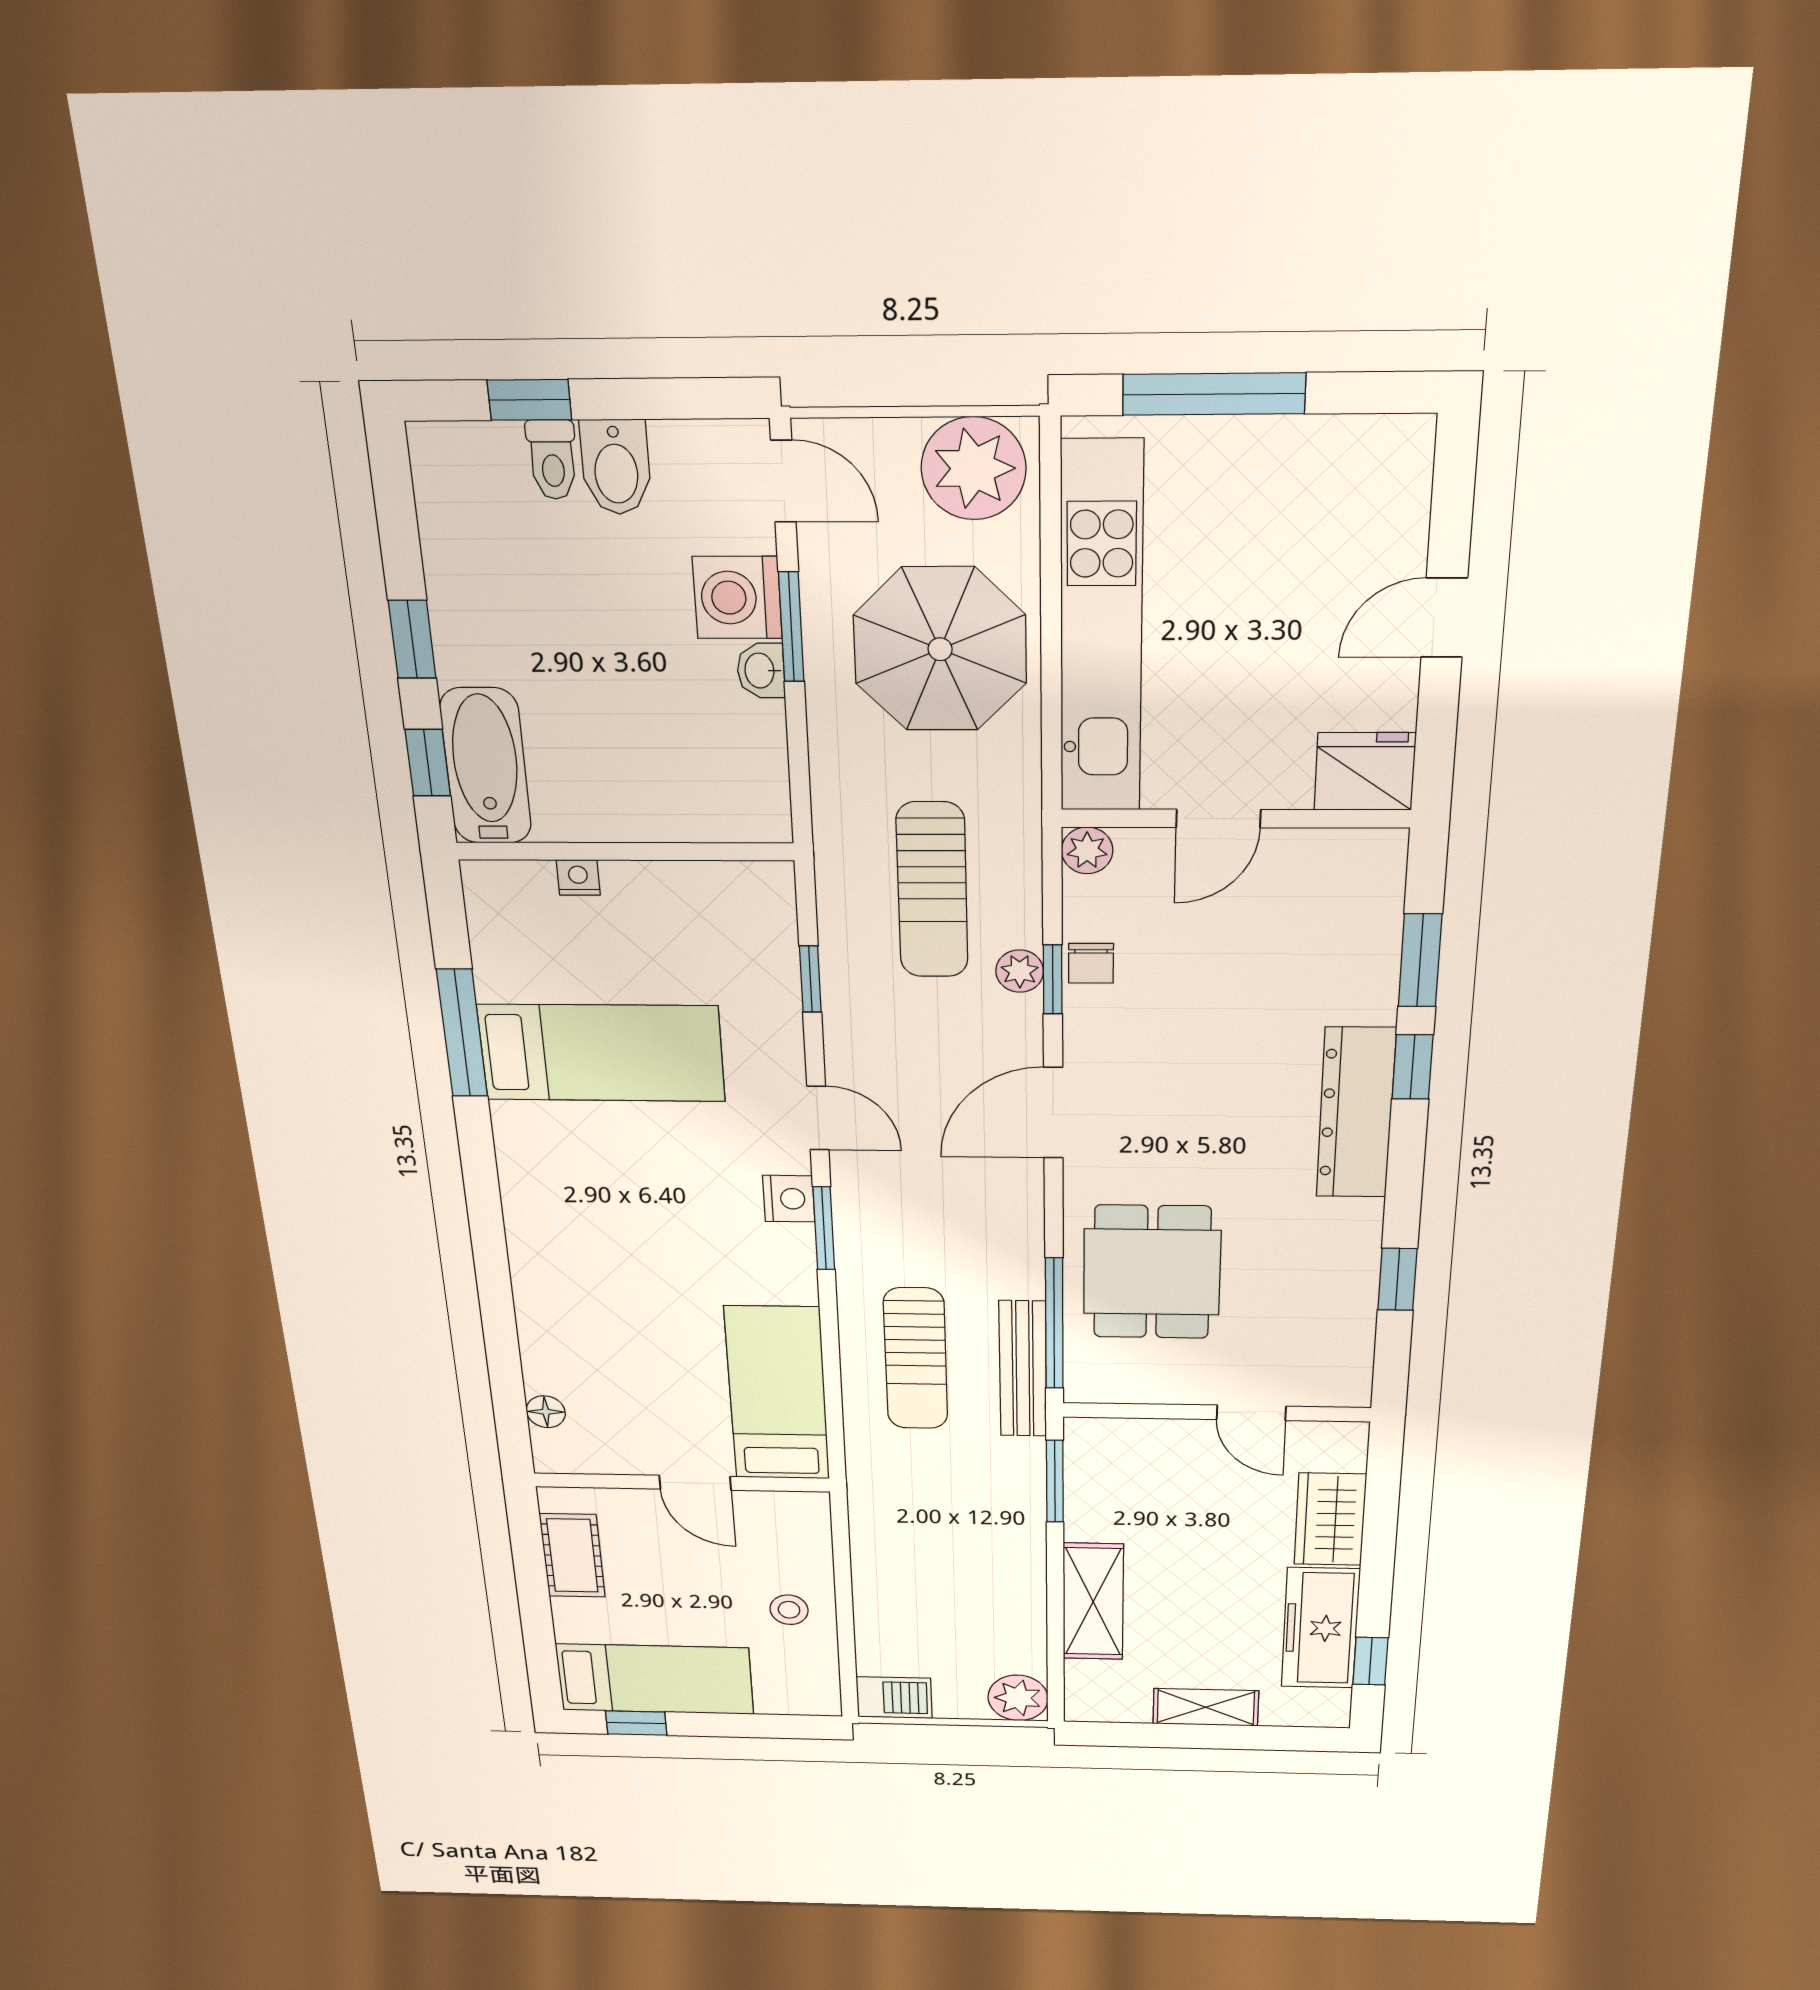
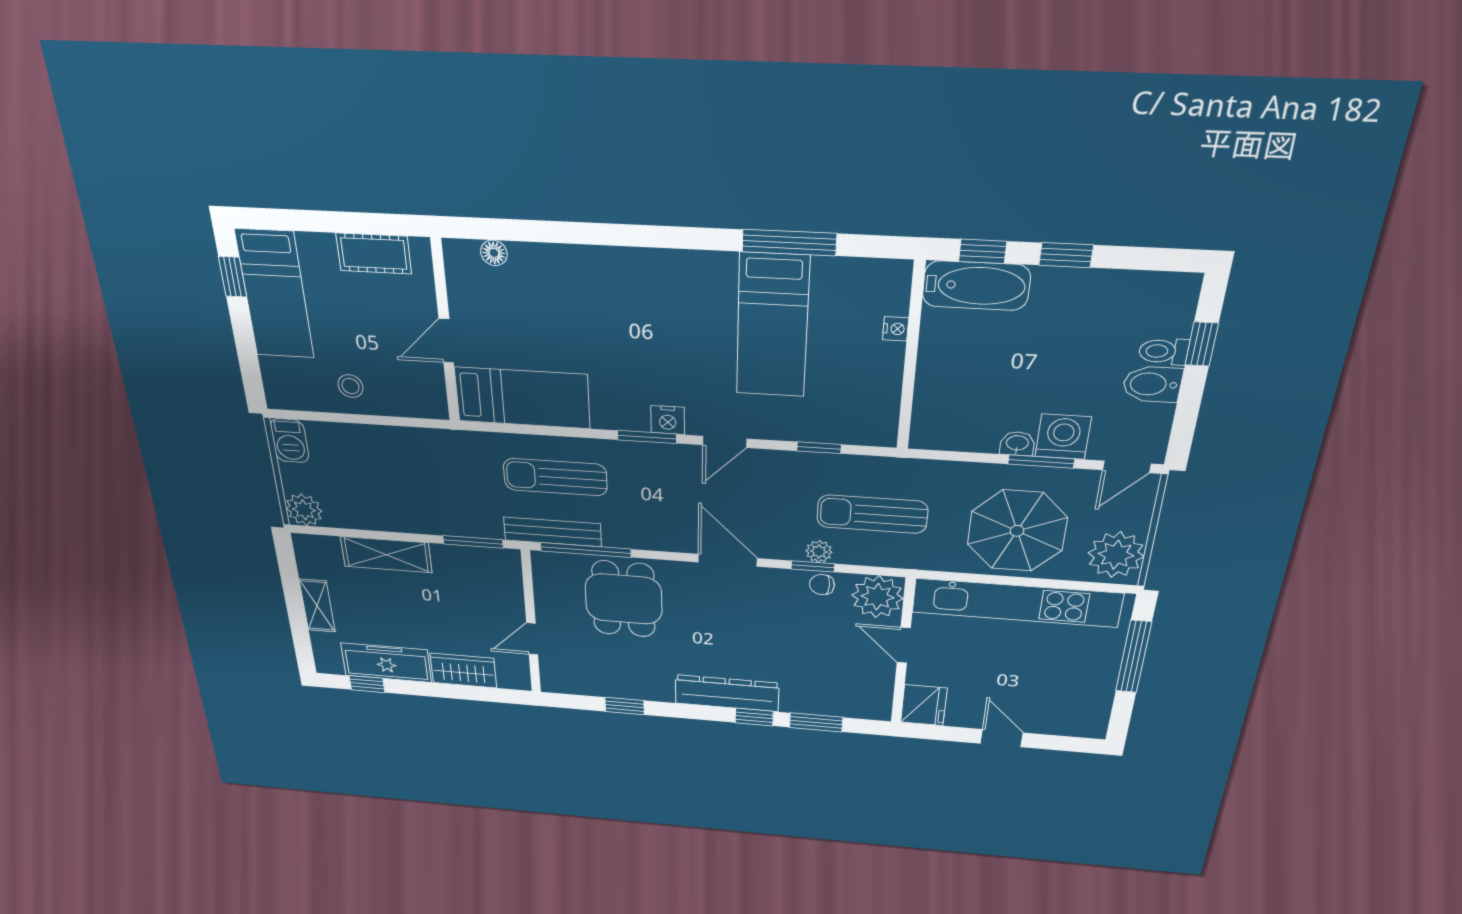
plant: (1087, 850) -> (877, 597), width x1.87, depth x1.87
dining table: (1152, 1272) -> (624, 599), turned 90

